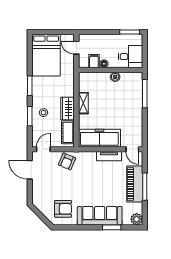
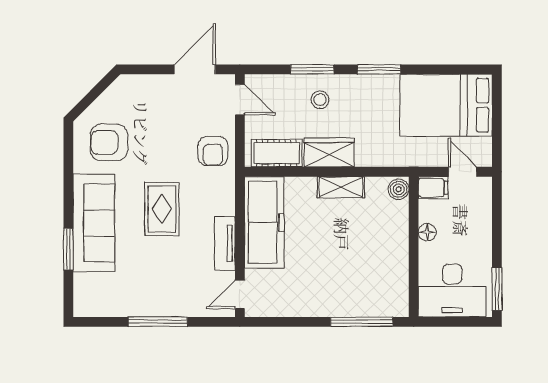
door: (76, 48) -> (463, 172), hinge flipped
desk: (130, 57) -> (452, 291), width x1.37
filing cabinet: (94, 61) -> (433, 188), moved
boiler: (115, 77) -> (399, 189), moved
armchair: (67, 161) -> (213, 151), turned -113
piano: (135, 184) -> (164, 300), removed
rug: (93, 185) -> (162, 209), added
armchair: (63, 209) -> (109, 142), turned 90
plant: (137, 219) -> (86, 304), removed

